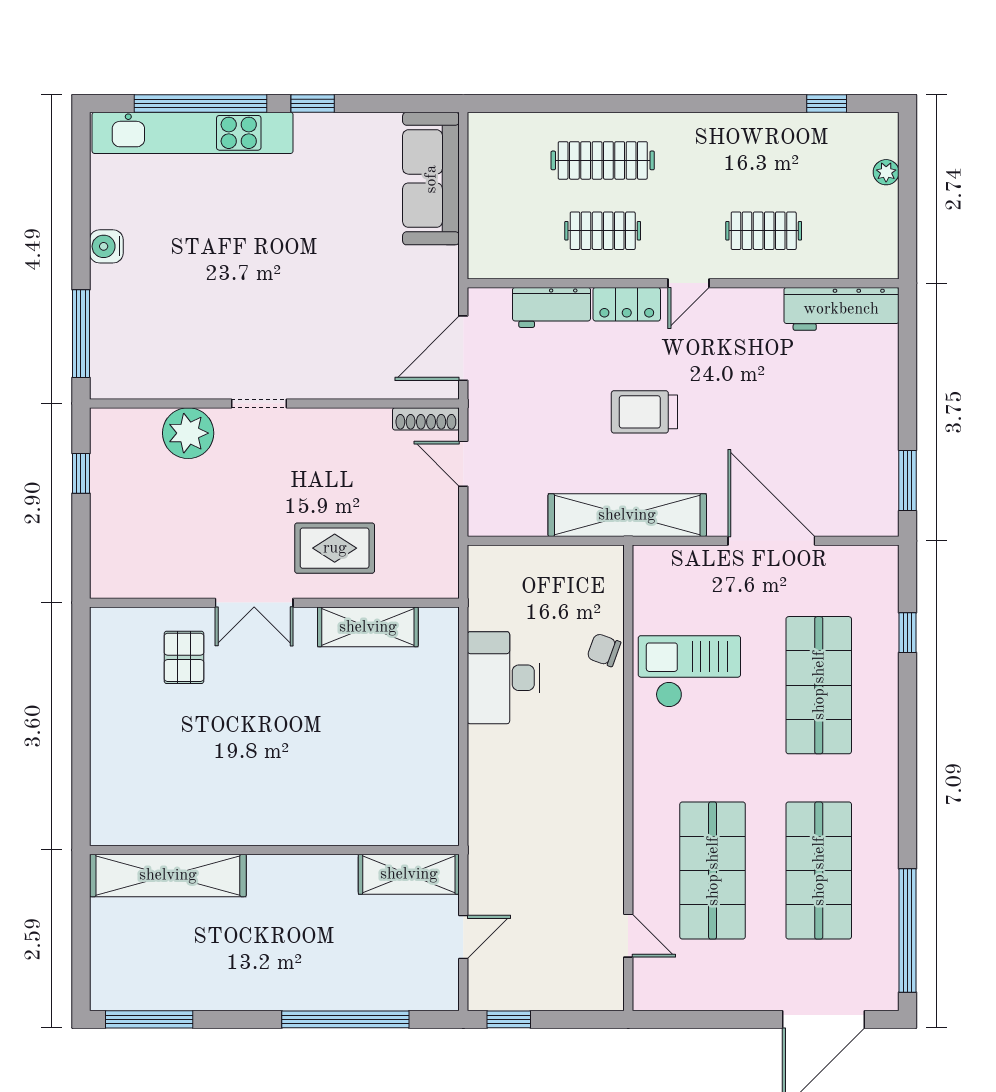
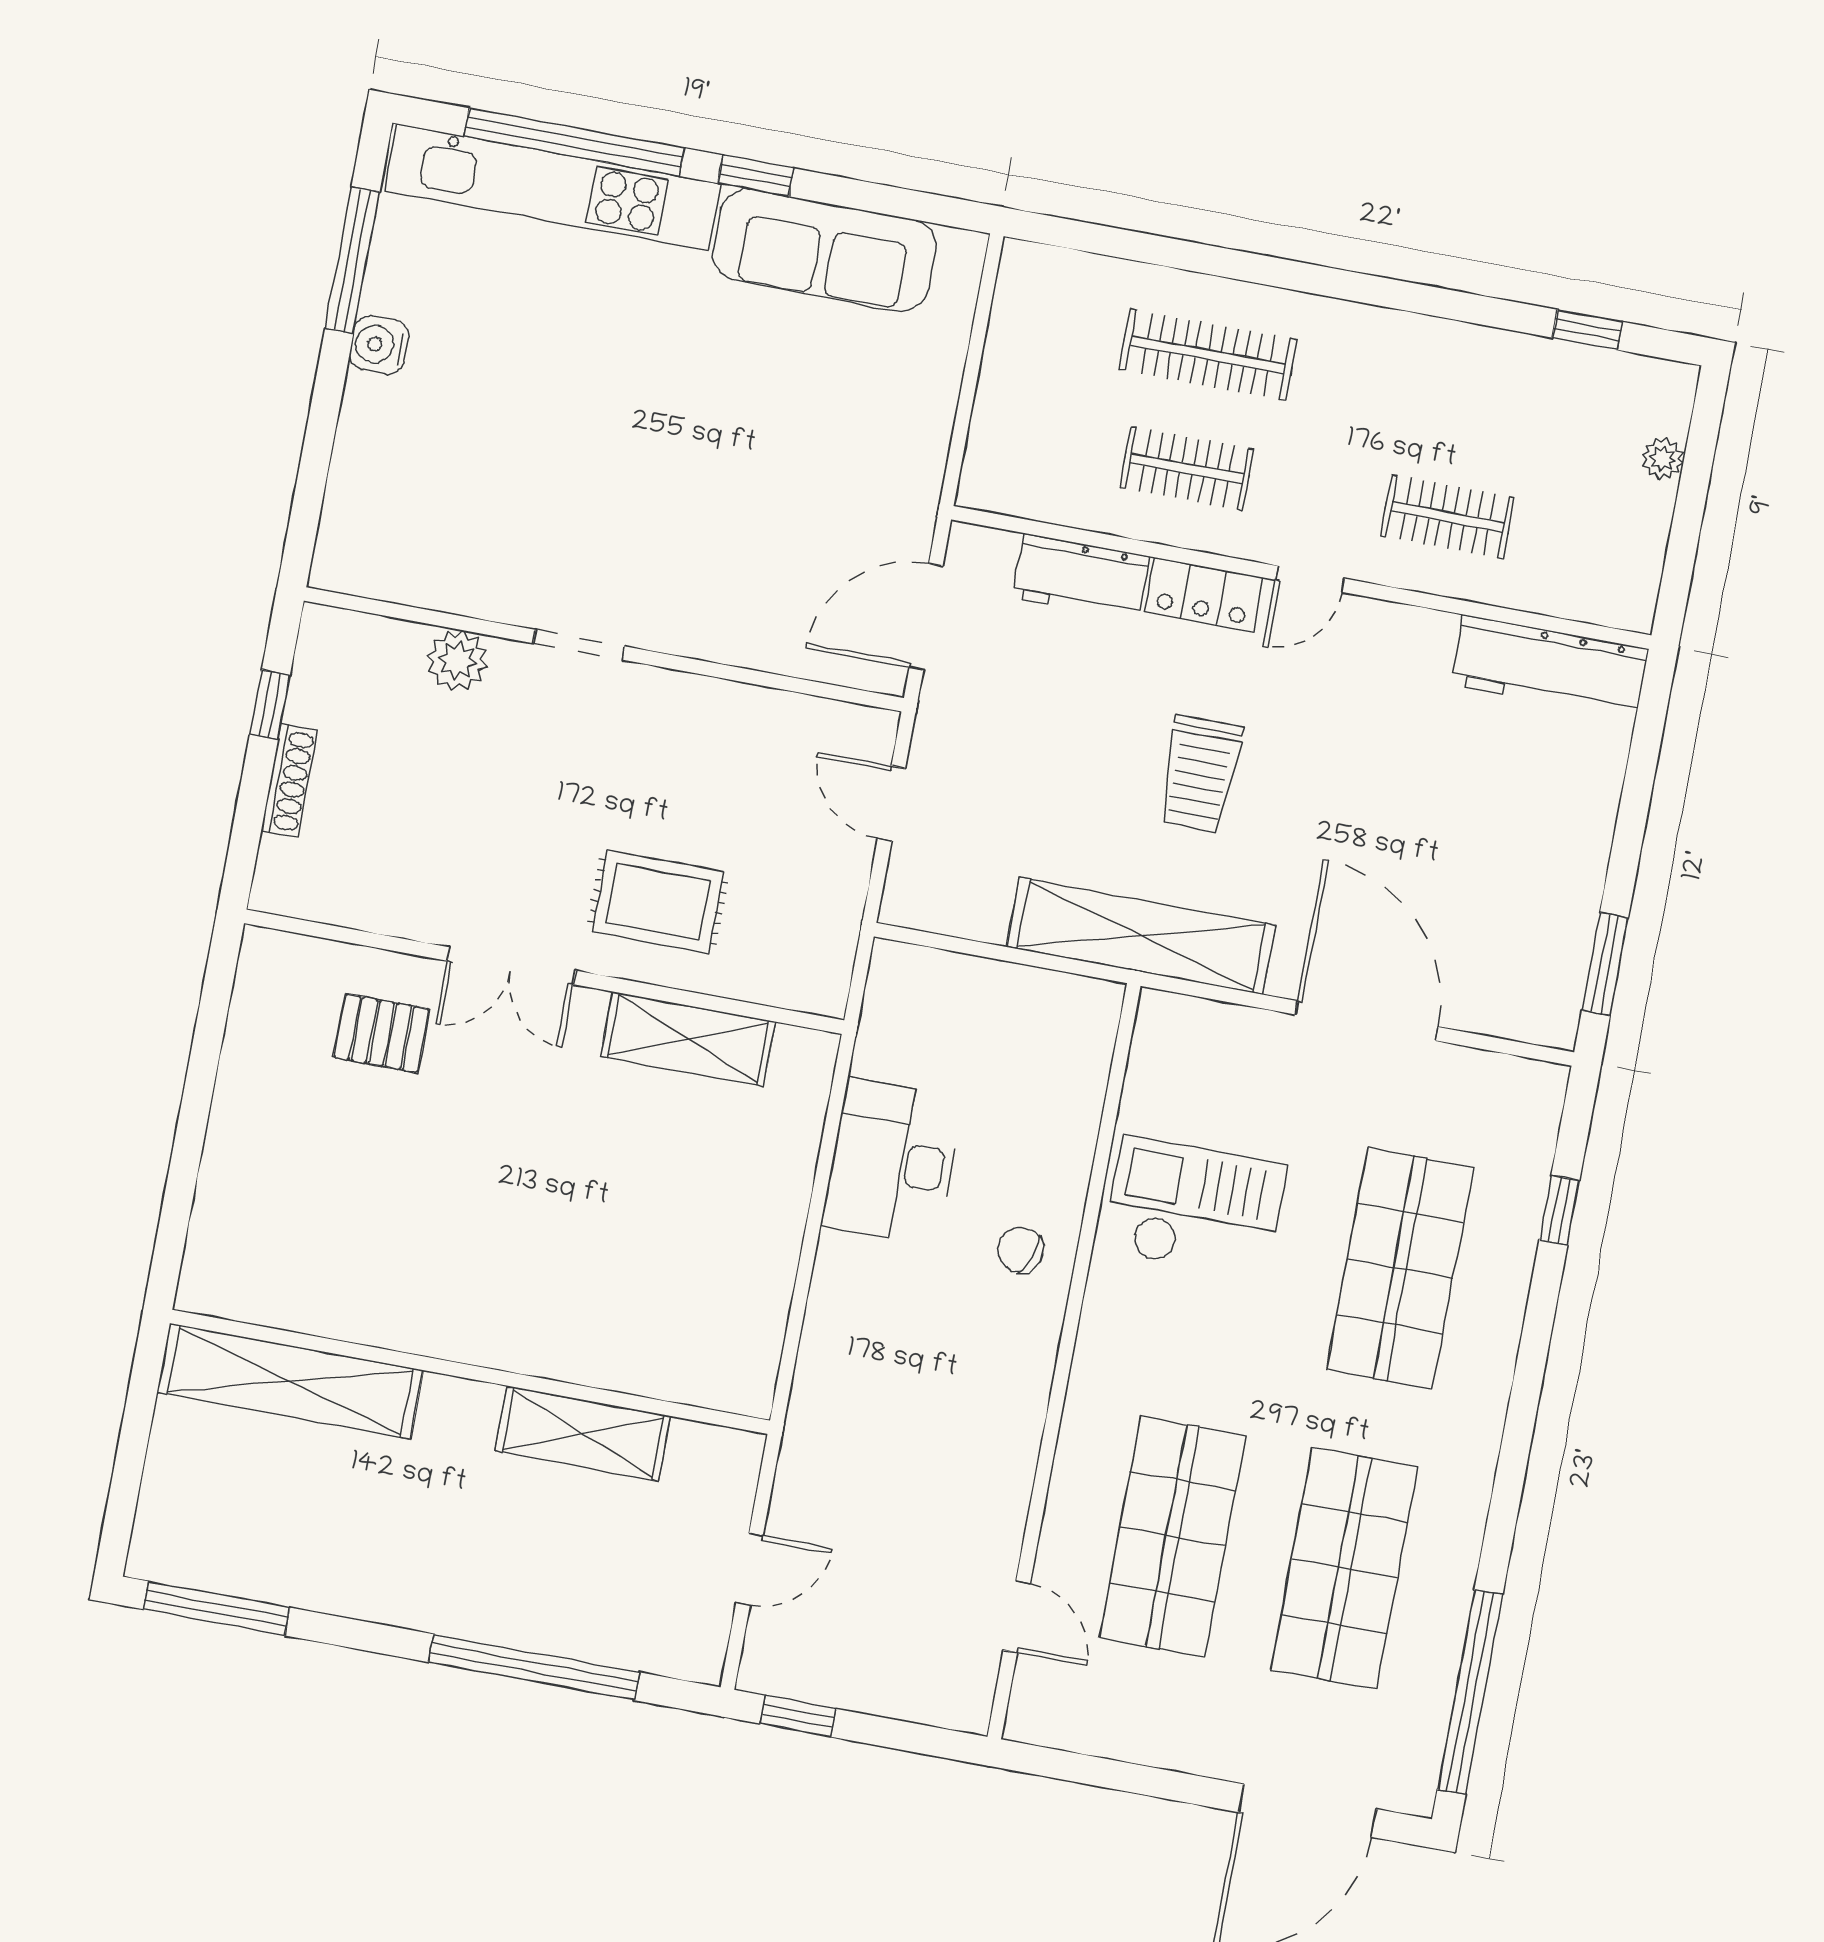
sofa: (431, 179) -> (825, 250), moved, turned -90
window: (81, 334) -> (352, 260), moved
trolley: (644, 412) -> (1200, 774), turned -90
shoe rack: (426, 419) -> (289, 781), moved, turned -90
plant: (188, 433) -> (457, 661), width x0.73, depth x0.73
chair: (604, 650) -> (1021, 1250), moved
pallet: (184, 657) -> (381, 1033), turned 90
shelving: (409, 874) -> (583, 1433), moved

